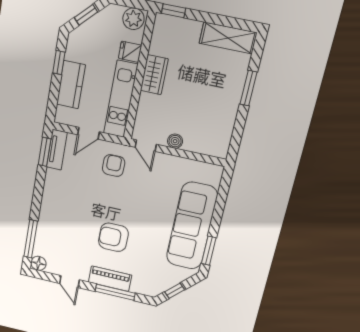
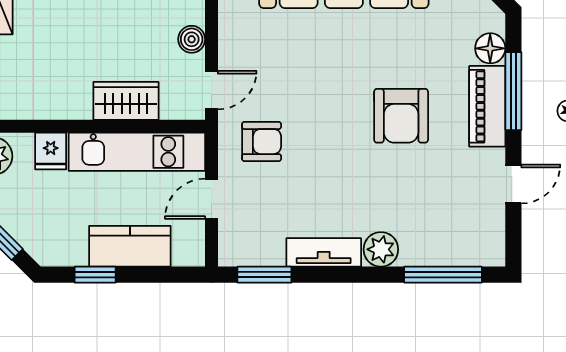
wardrobe: (154, 75) -> (126, 101), moved
door: (88, 133) -> (211, 199), swing flipped
tv unit: (57, 150) -> (324, 252), moved
armchair: (114, 166) -> (262, 142), turned 180
plant: (48, 212) -> (381, 249), added
floor lamp: (38, 263) -> (490, 48), moved

